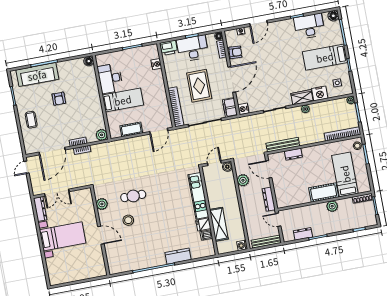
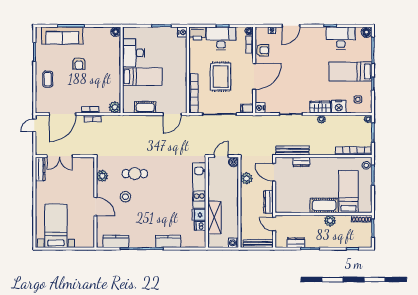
nightstand: (156, 64) -> (182, 32), moved
filing cabinet: (230, 107) -> (247, 108), width x0.50
bed with nightstands: (63, 236) -> (56, 226), moved, turned -90
kitchen counter: (127, 265) -> (116, 241), added

